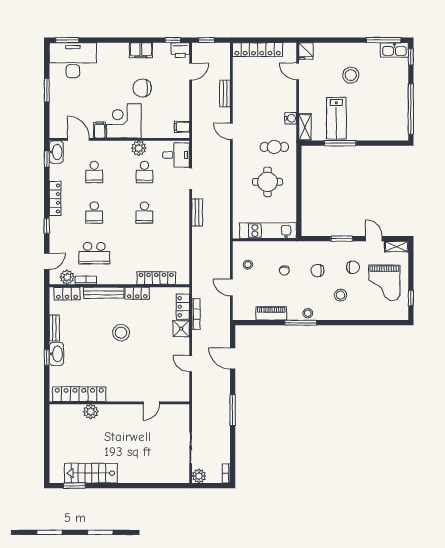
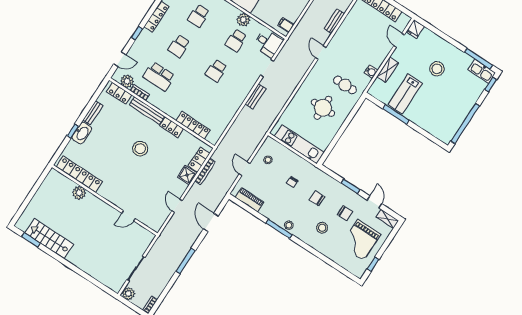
shelving: (305, 127) -> (388, 70), moved
piano: (271, 313) -> (250, 200), moved

